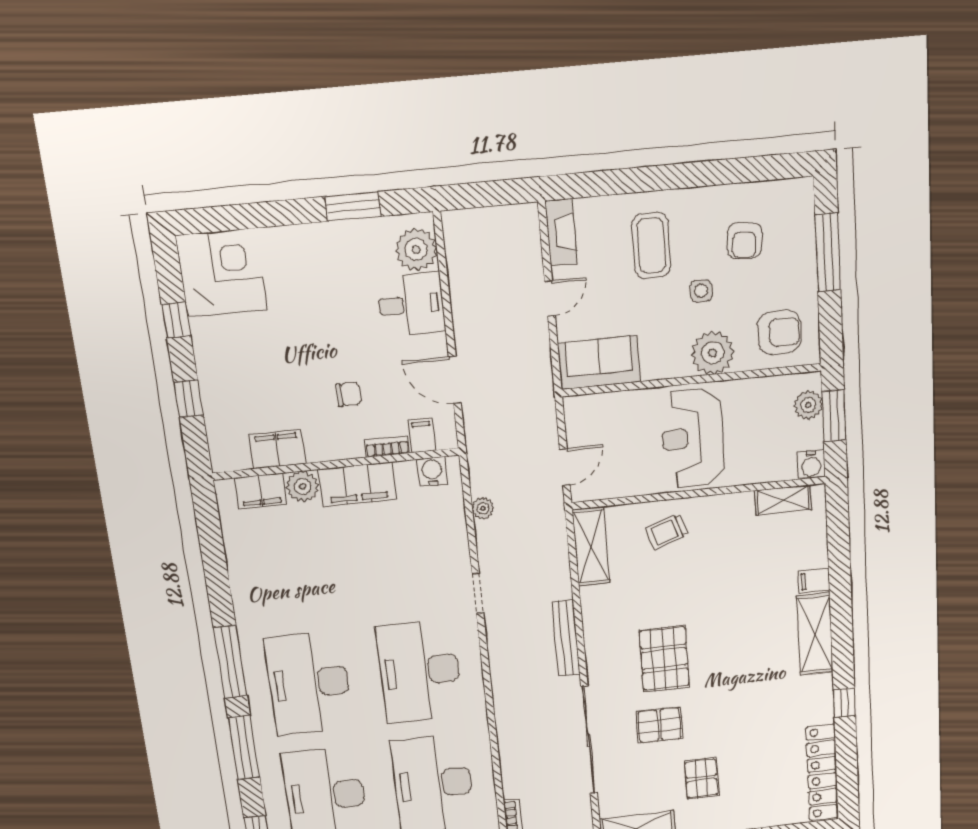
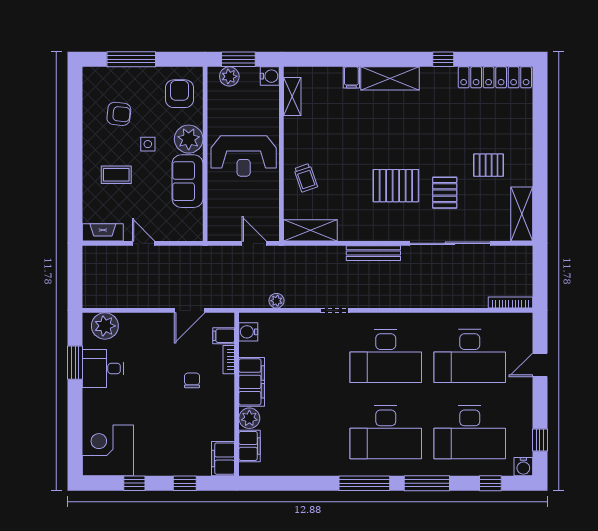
coffee table: (651, 246) -> (116, 175), width x0.73, depth x0.77
desk: (411, 304) -> (103, 368), moved, turned -90
sofa: (599, 362) -> (188, 181), moved
filing cabinet: (277, 449) -> (223, 459), moved

